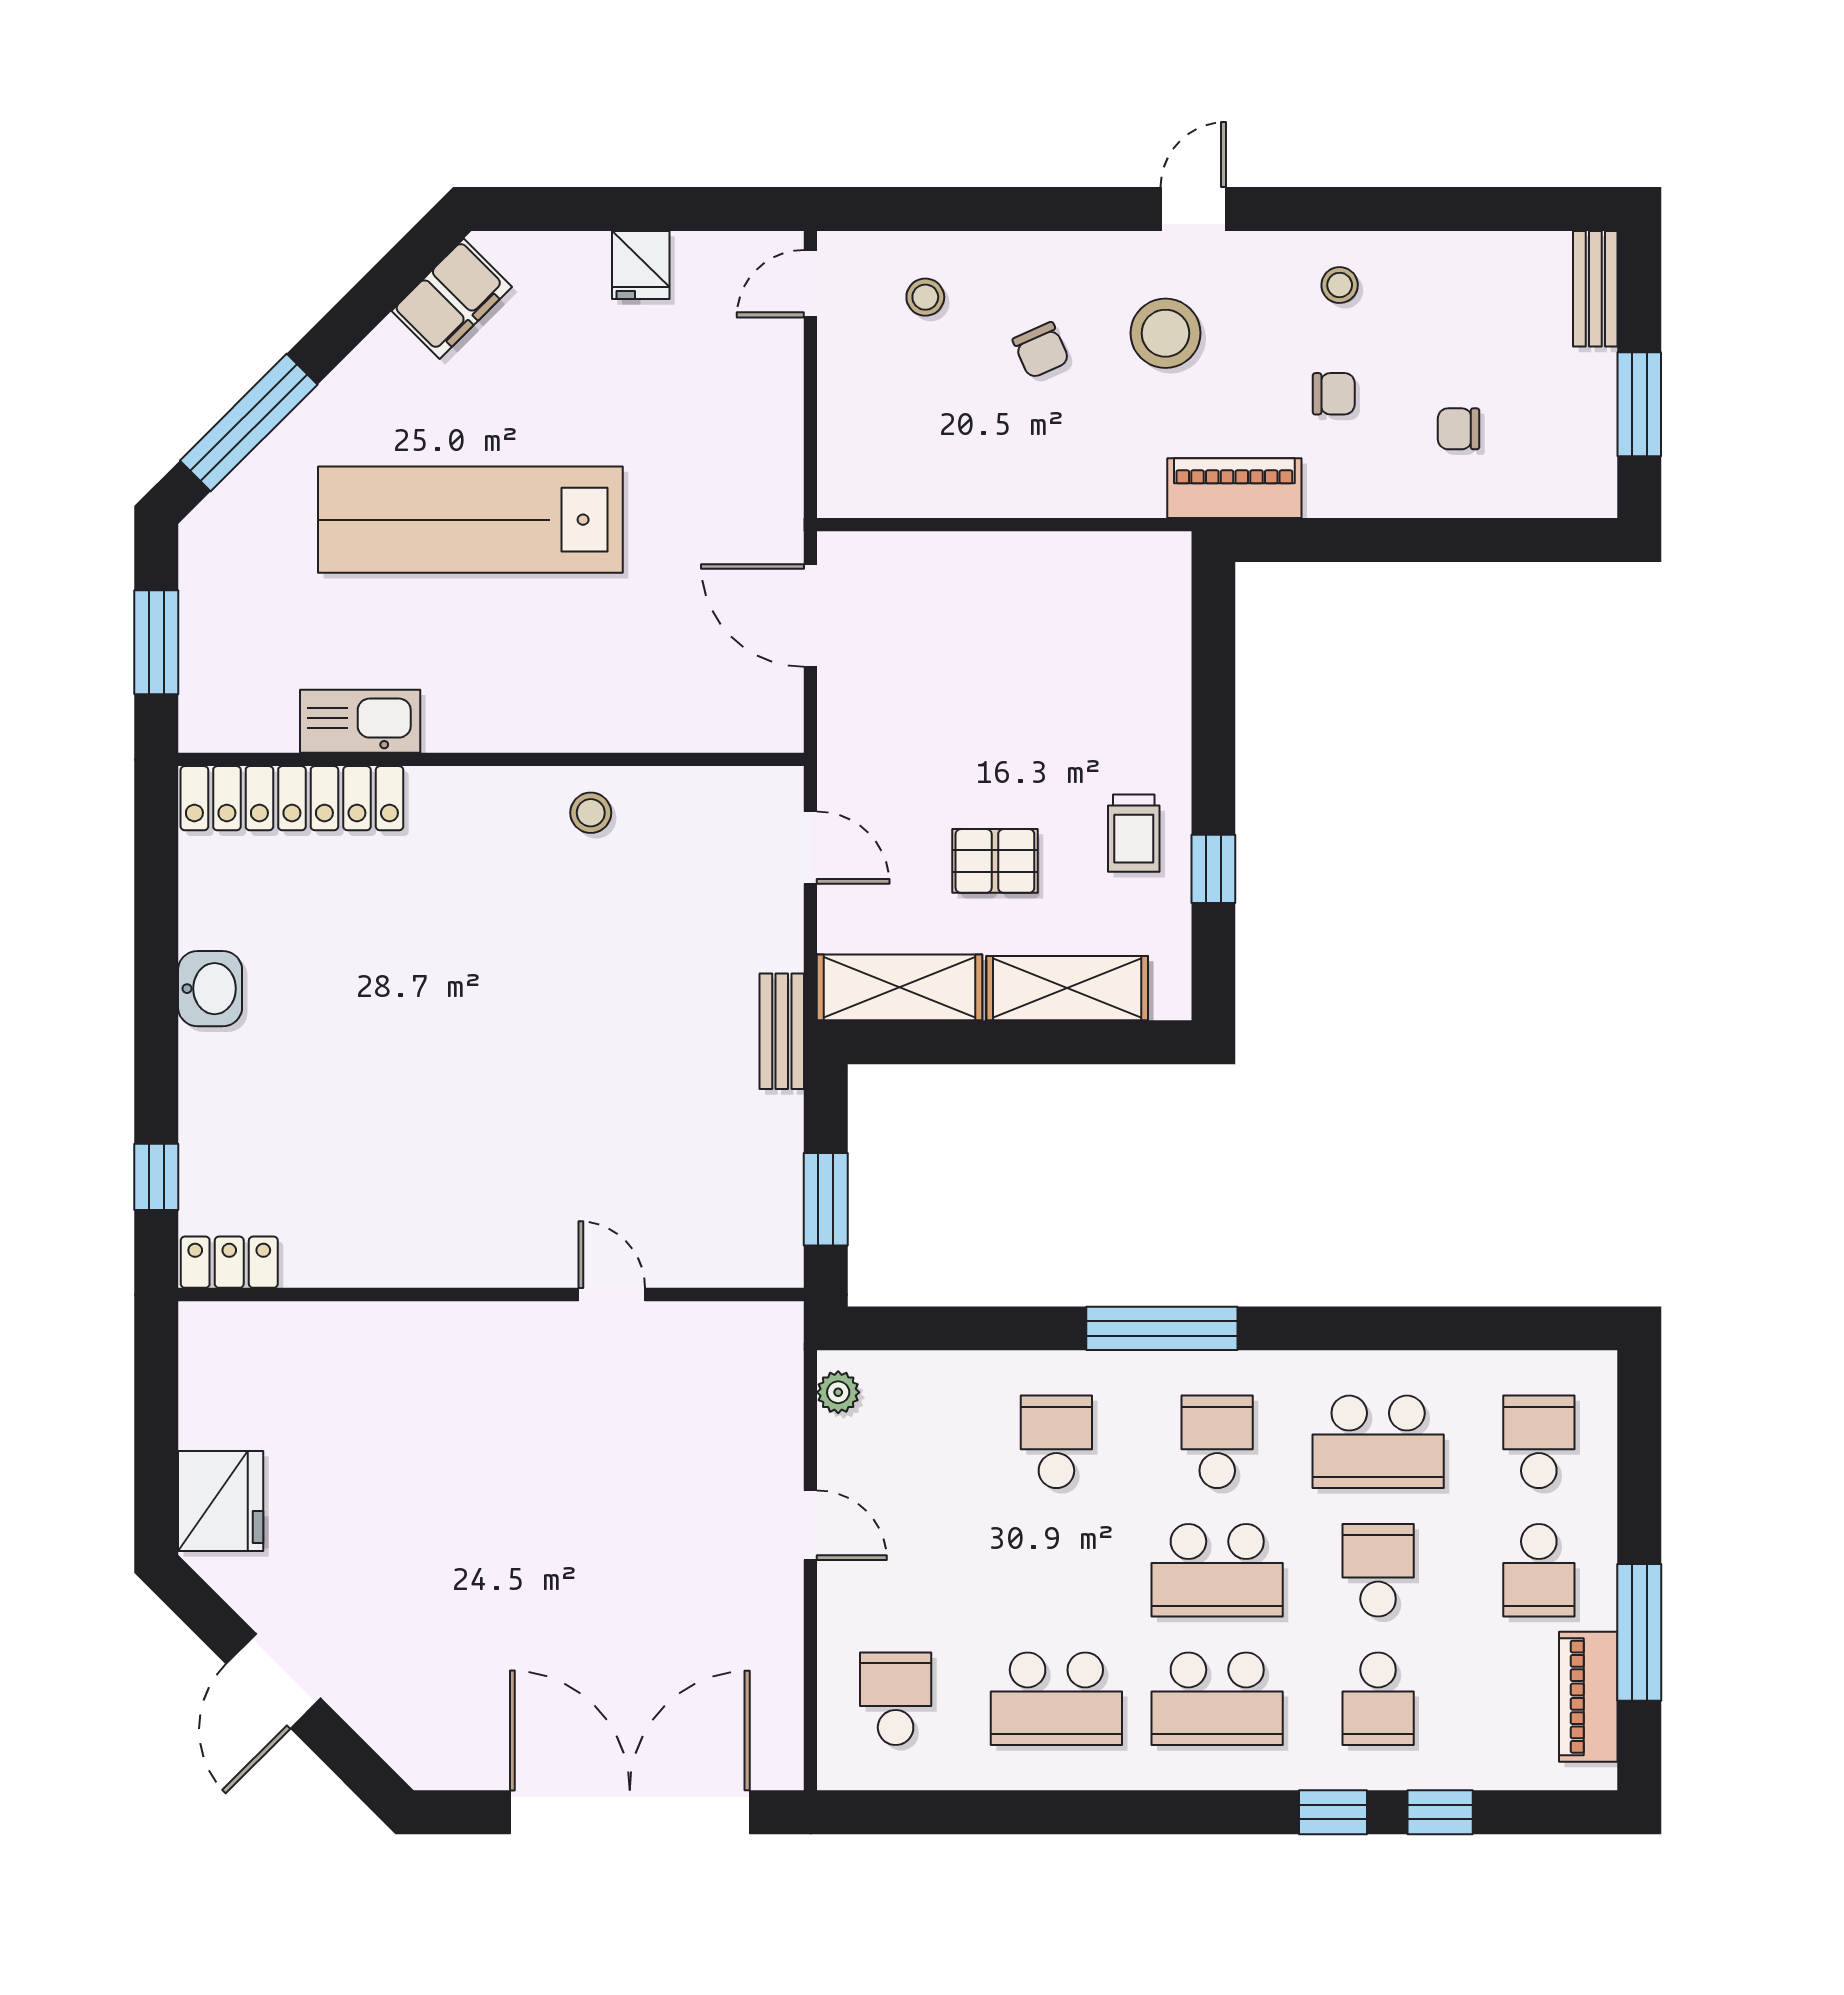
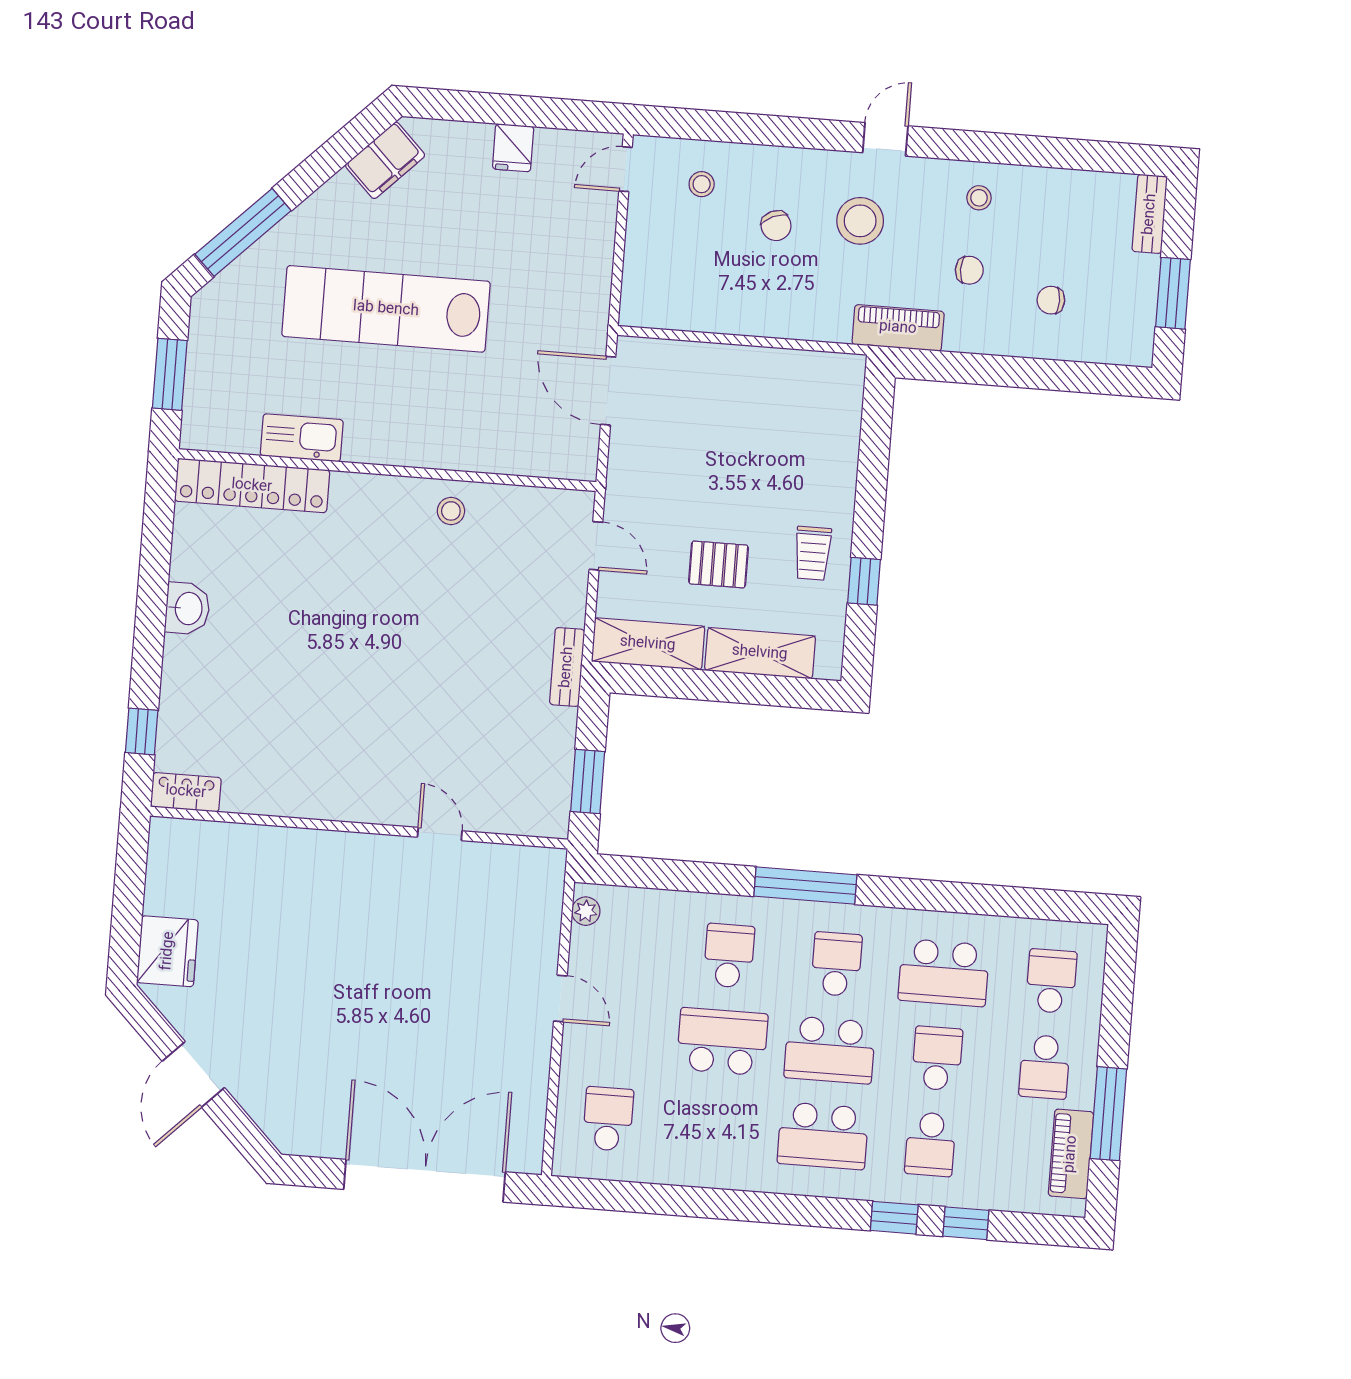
school desk: (1056, 1699) -> (722, 1042), moved, turned 180

